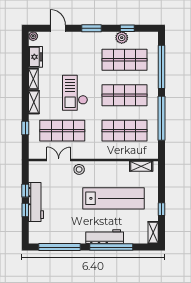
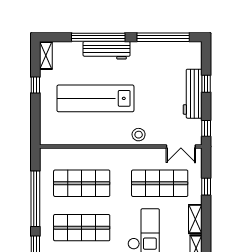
double door: (59, 160) -> (181, 146), moved
shelving: (141, 166) -> (61, 139), removed
window: (25, 191) -> (206, 128), moved

